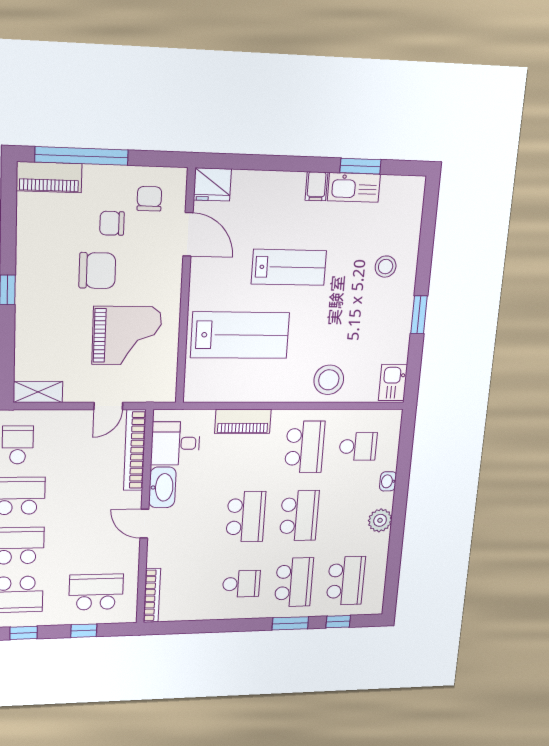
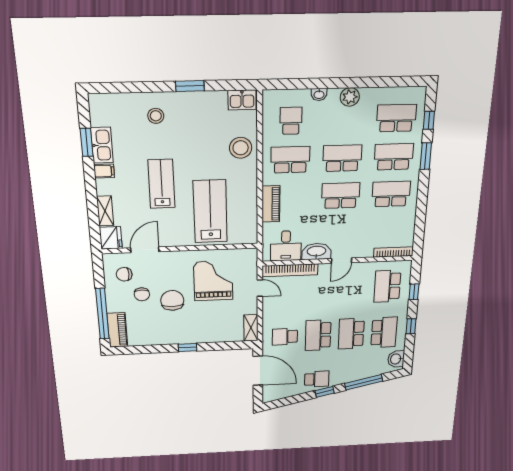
shelving: (256, 181) -> (105, 211), added
school desk: (241, 584) -> (391, 194), width x1.85

